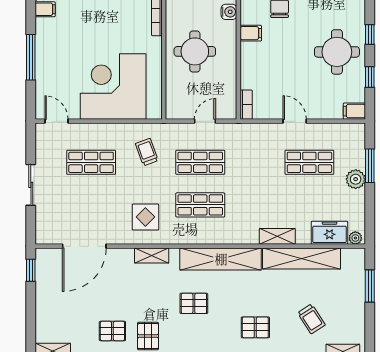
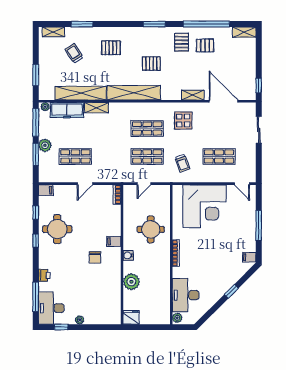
door: (295, 121) -> (85, 184), hinge flipped
sliding door: (31, 185) -> (259, 130), moved
window: (370, 214) -> (36, 123), added
freezer: (329, 233) -> (67, 110), width x1.40
door: (84, 246) -> (224, 101), hinge flipped
shelving: (152, 256) -> (193, 95), moved

